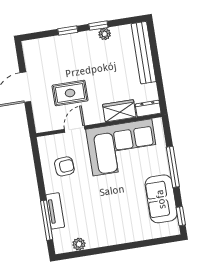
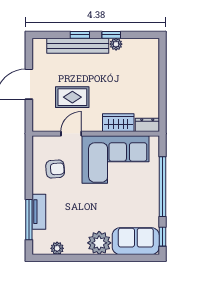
bench: (144, 53) -> (78, 46), moved, turned 90
window: (173, 167) -> (162, 187), width x1.46
sofa: (161, 199) -> (136, 241), moved, turned 90
plant: (119, 232) -> (99, 243), added

